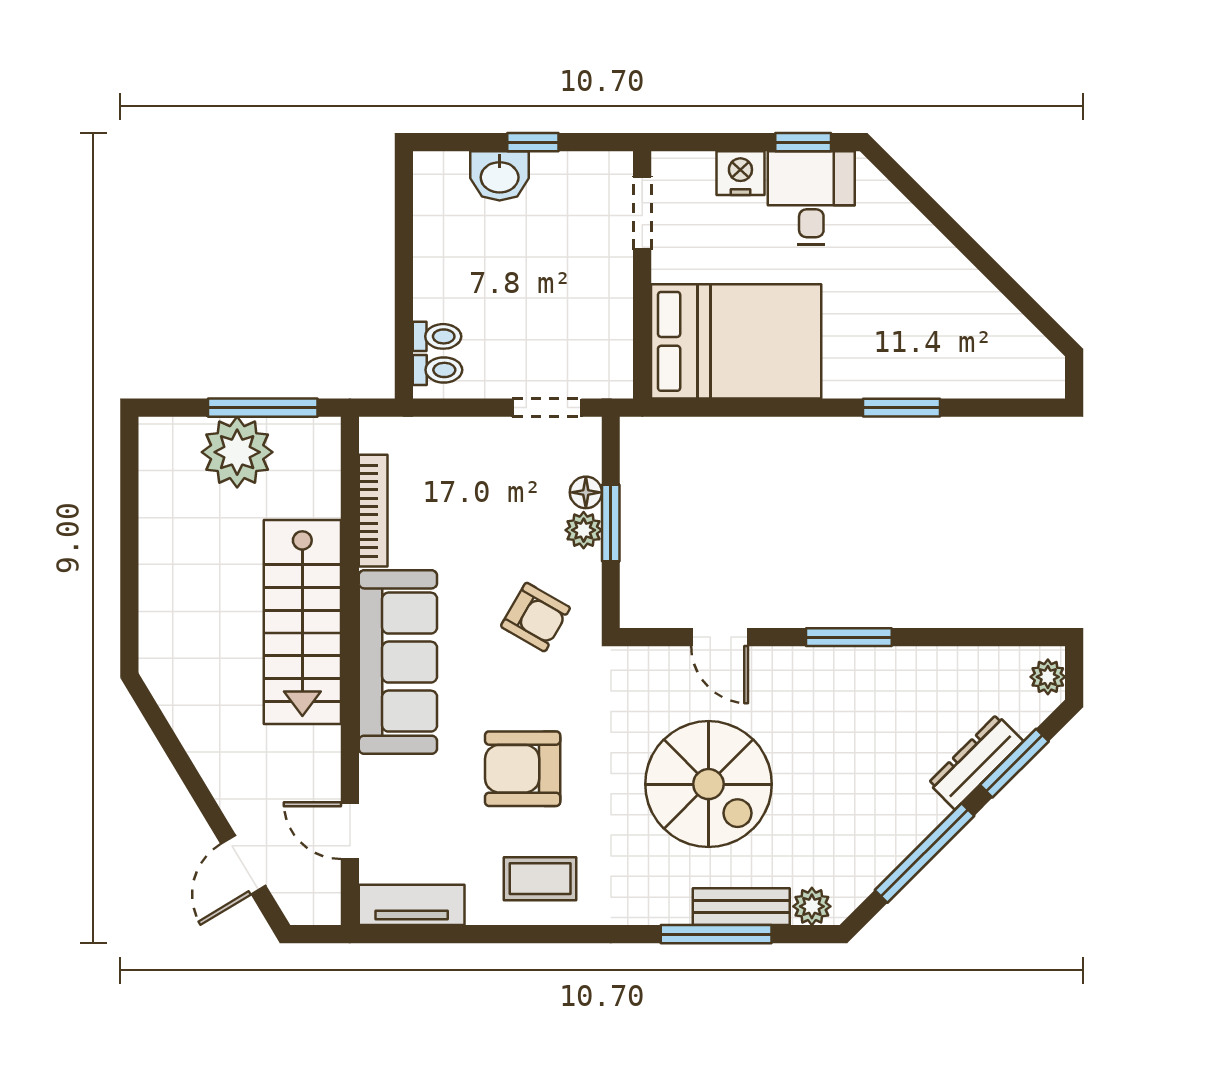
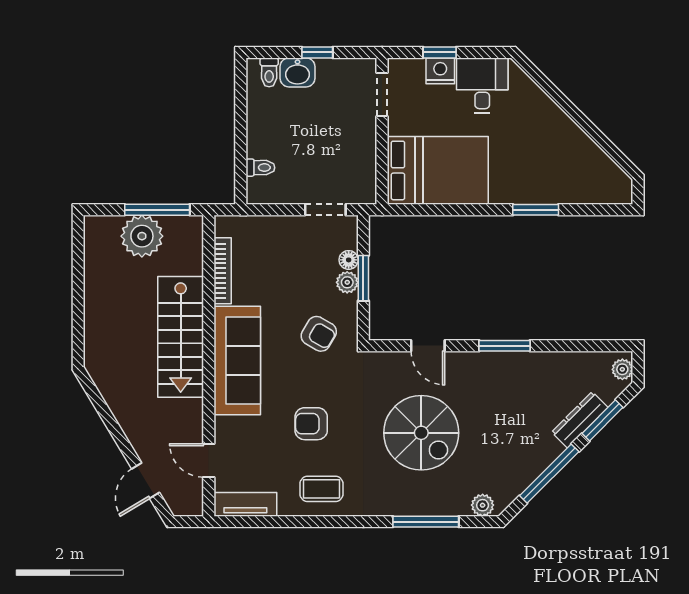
window: (803, 142) -> (440, 52), moved
toilet: (437, 370) -> (269, 72), moved, turned 90
armchair: (523, 769) -> (311, 424), width x0.72, depth x0.72
bench: (741, 907) -> (441, 505), removed

